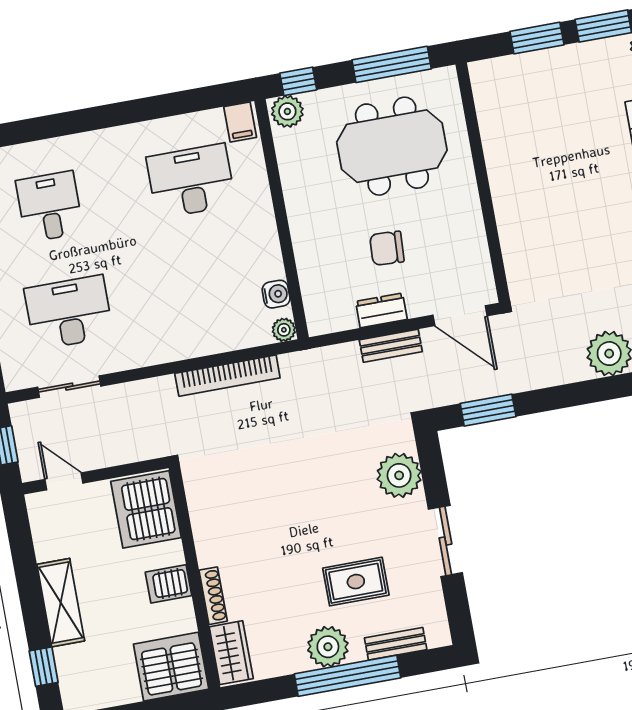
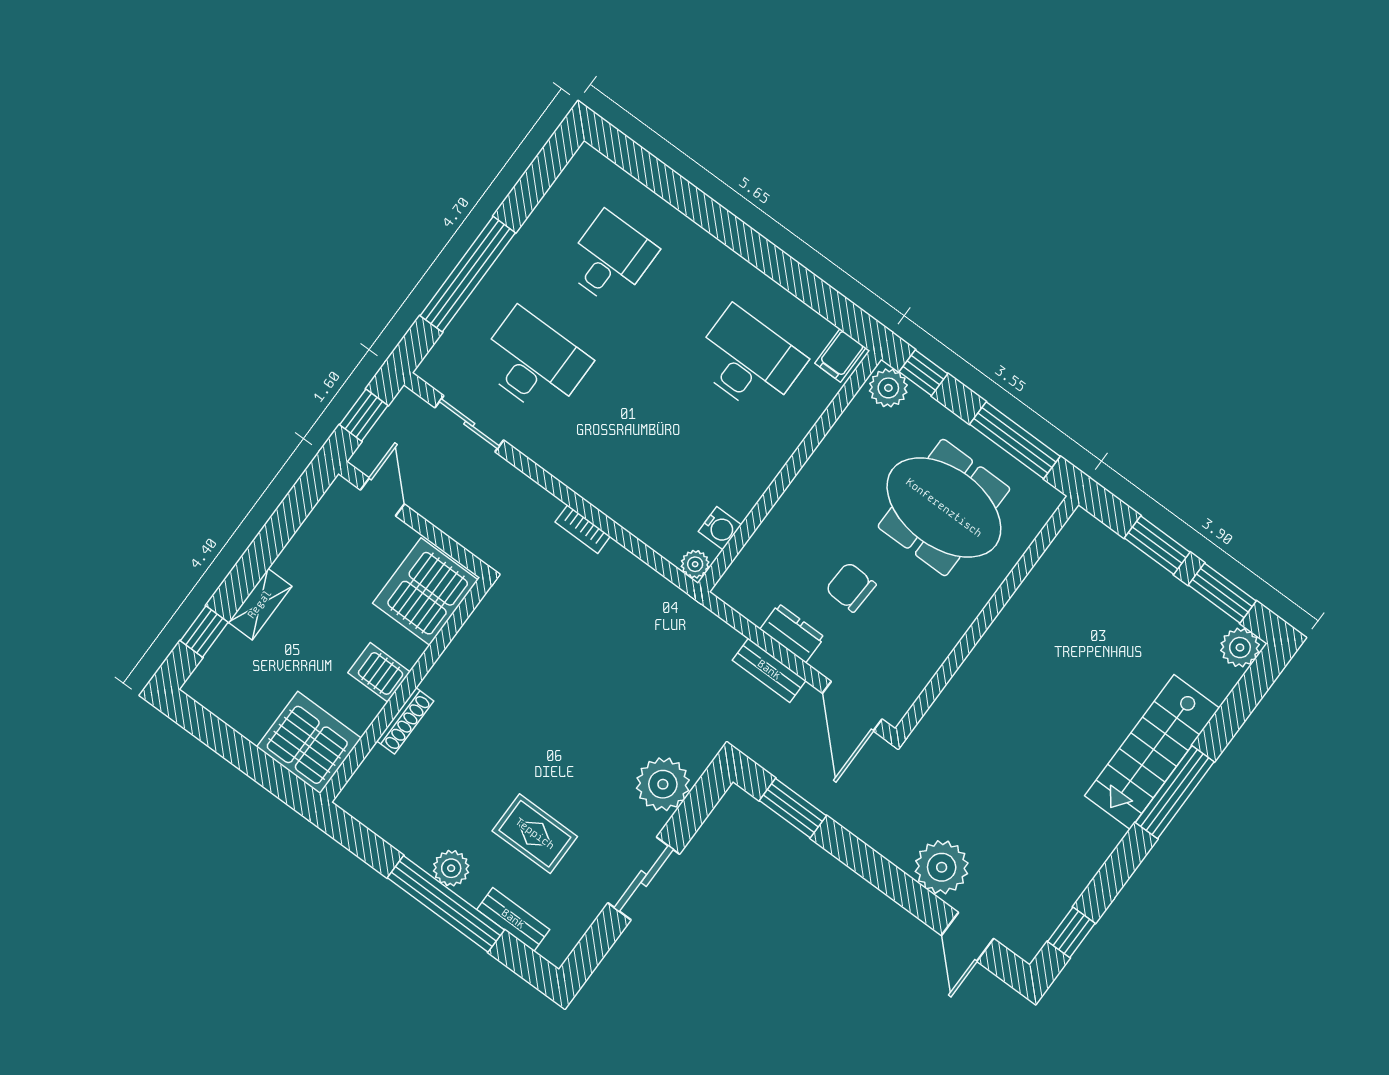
bookcase: (227, 376) -> (583, 529), width x0.43, depth x0.76
shelving: (61, 603) -> (260, 604), width x0.67, depth x0.75
plant: (328, 647) -> (451, 868), width x0.73, depth x0.73
wardrobe: (231, 653) -> (370, 784), removed

